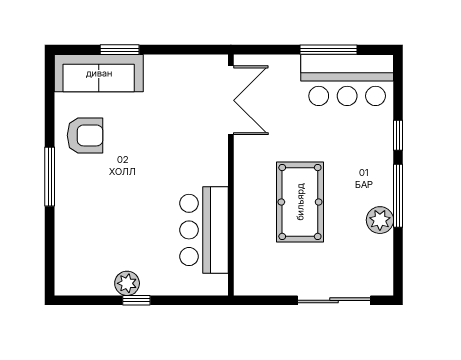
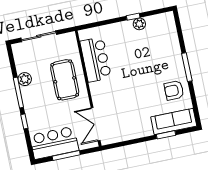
double door: (231, 100) -> (96, 124), moved
wall: (231, 175) -> (88, 88), moved
bar counter: (204, 230) -> (96, 60), moved

